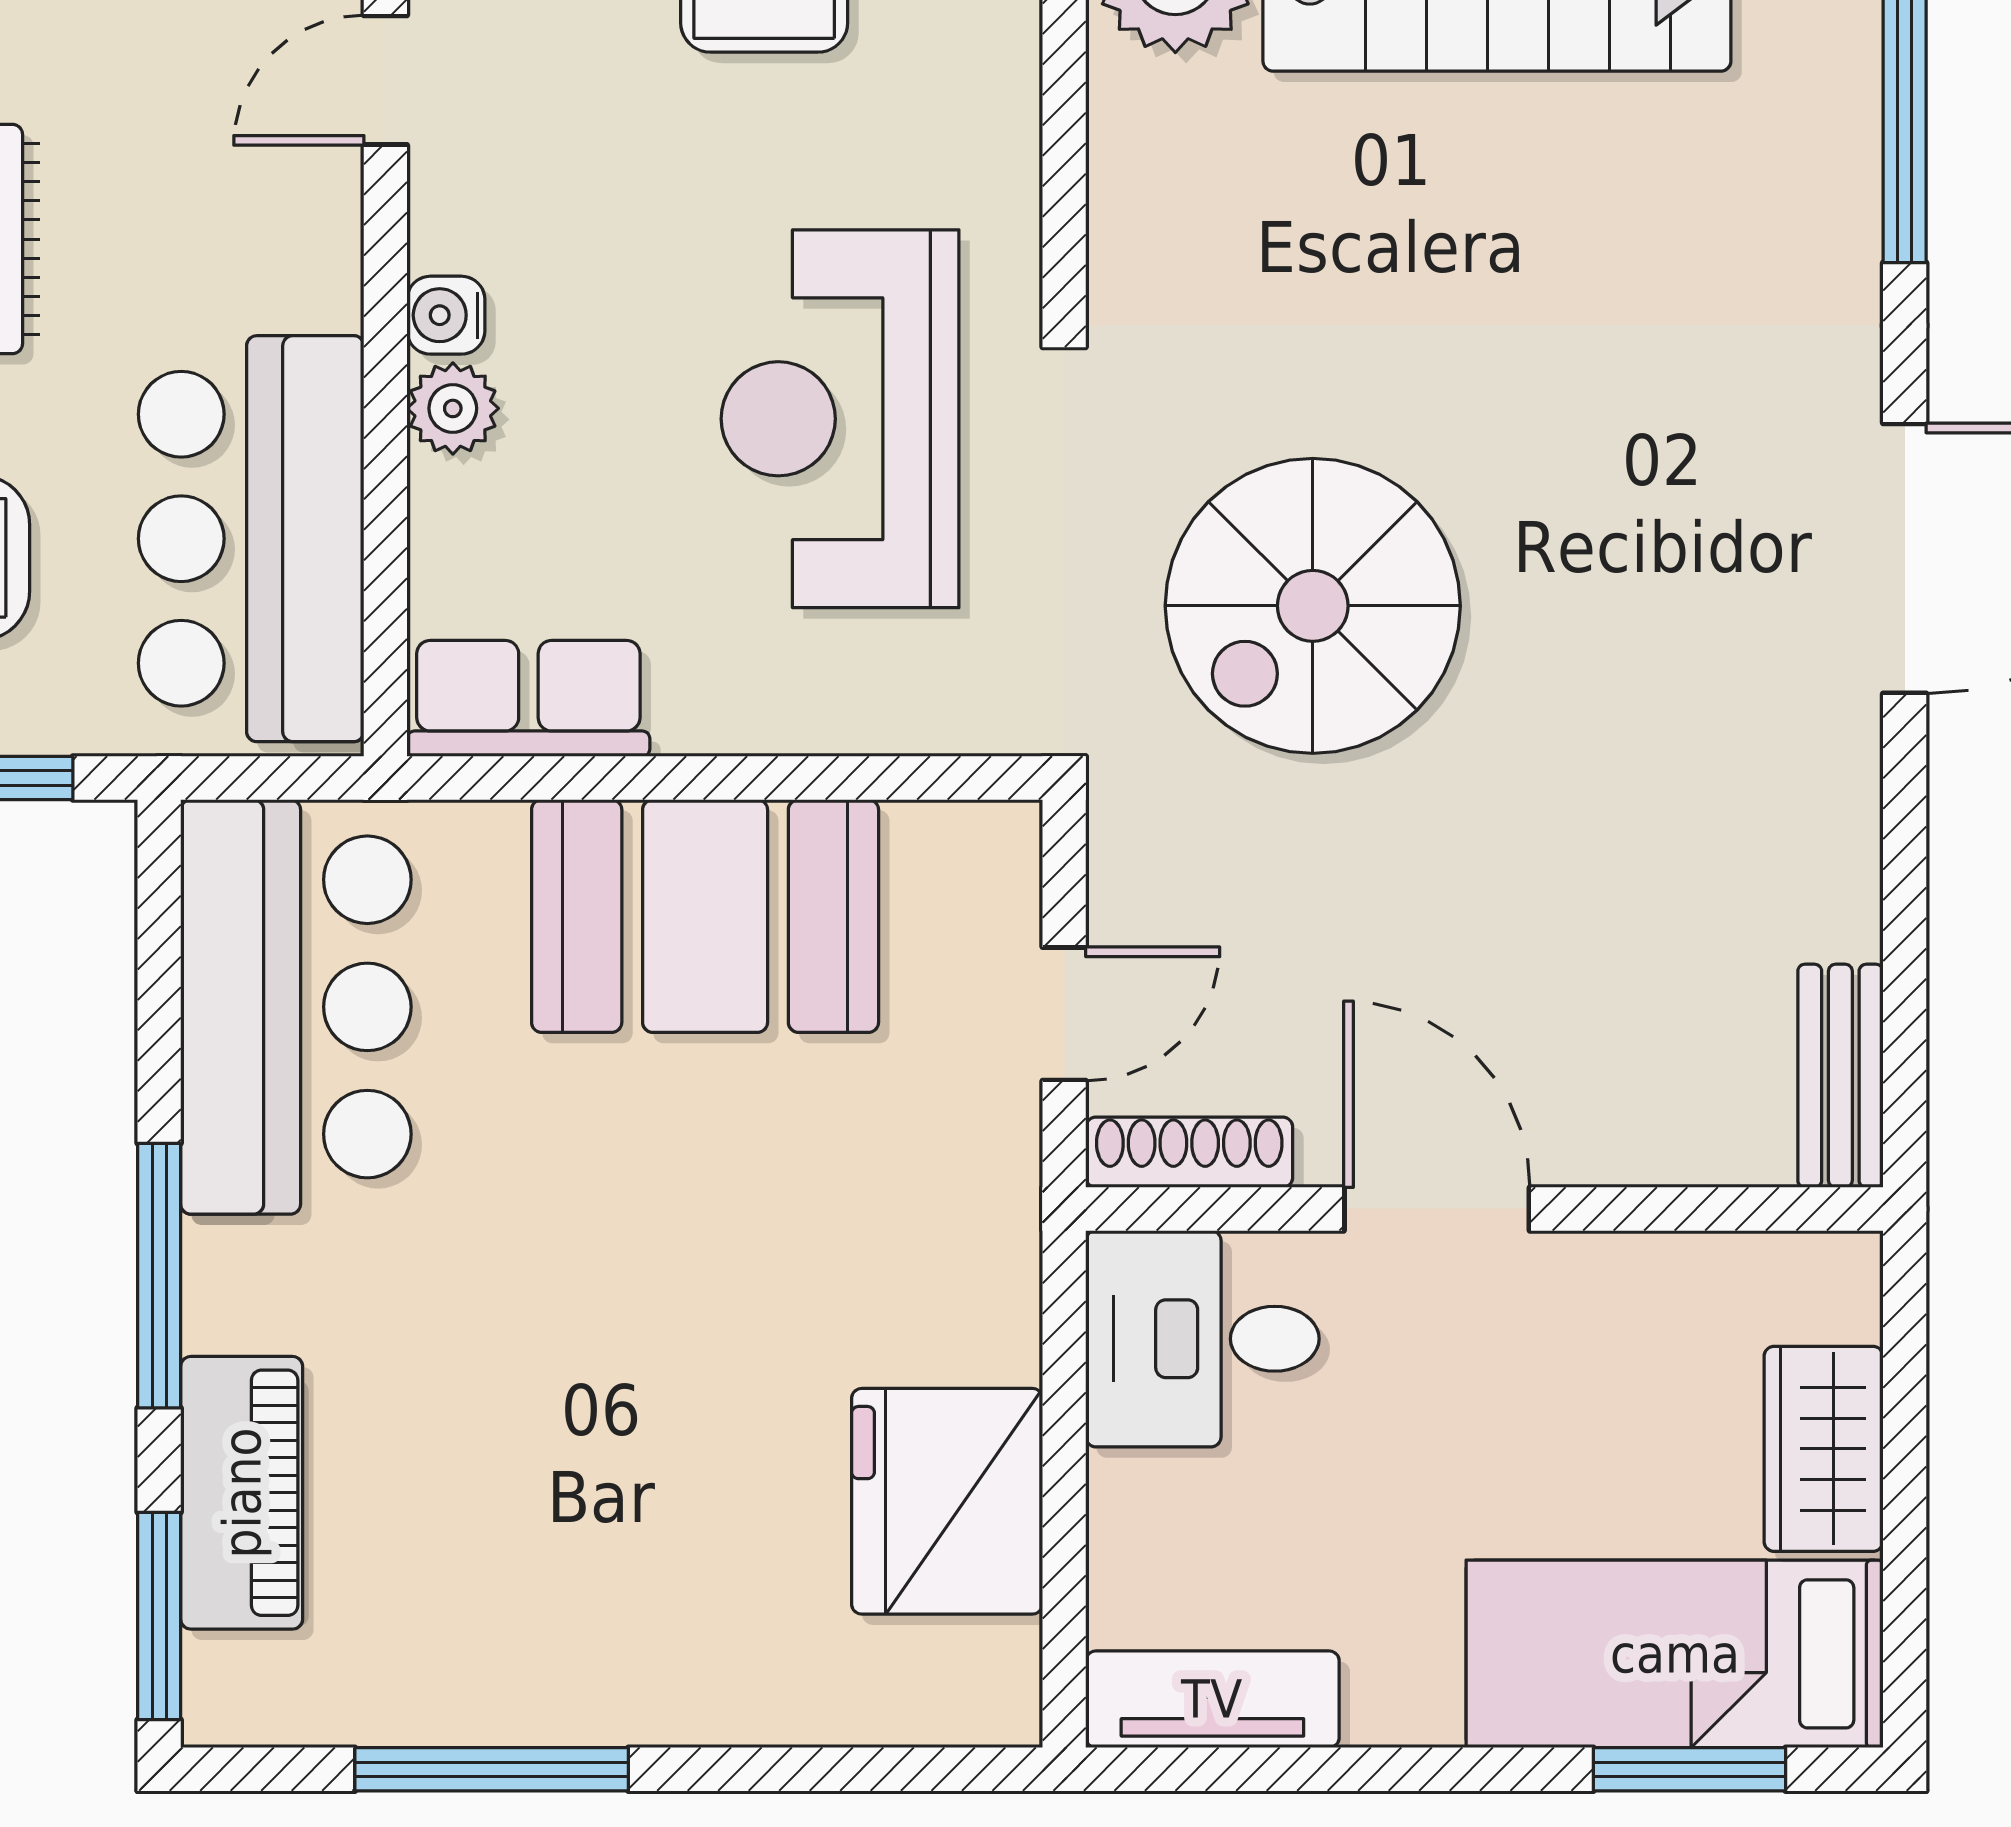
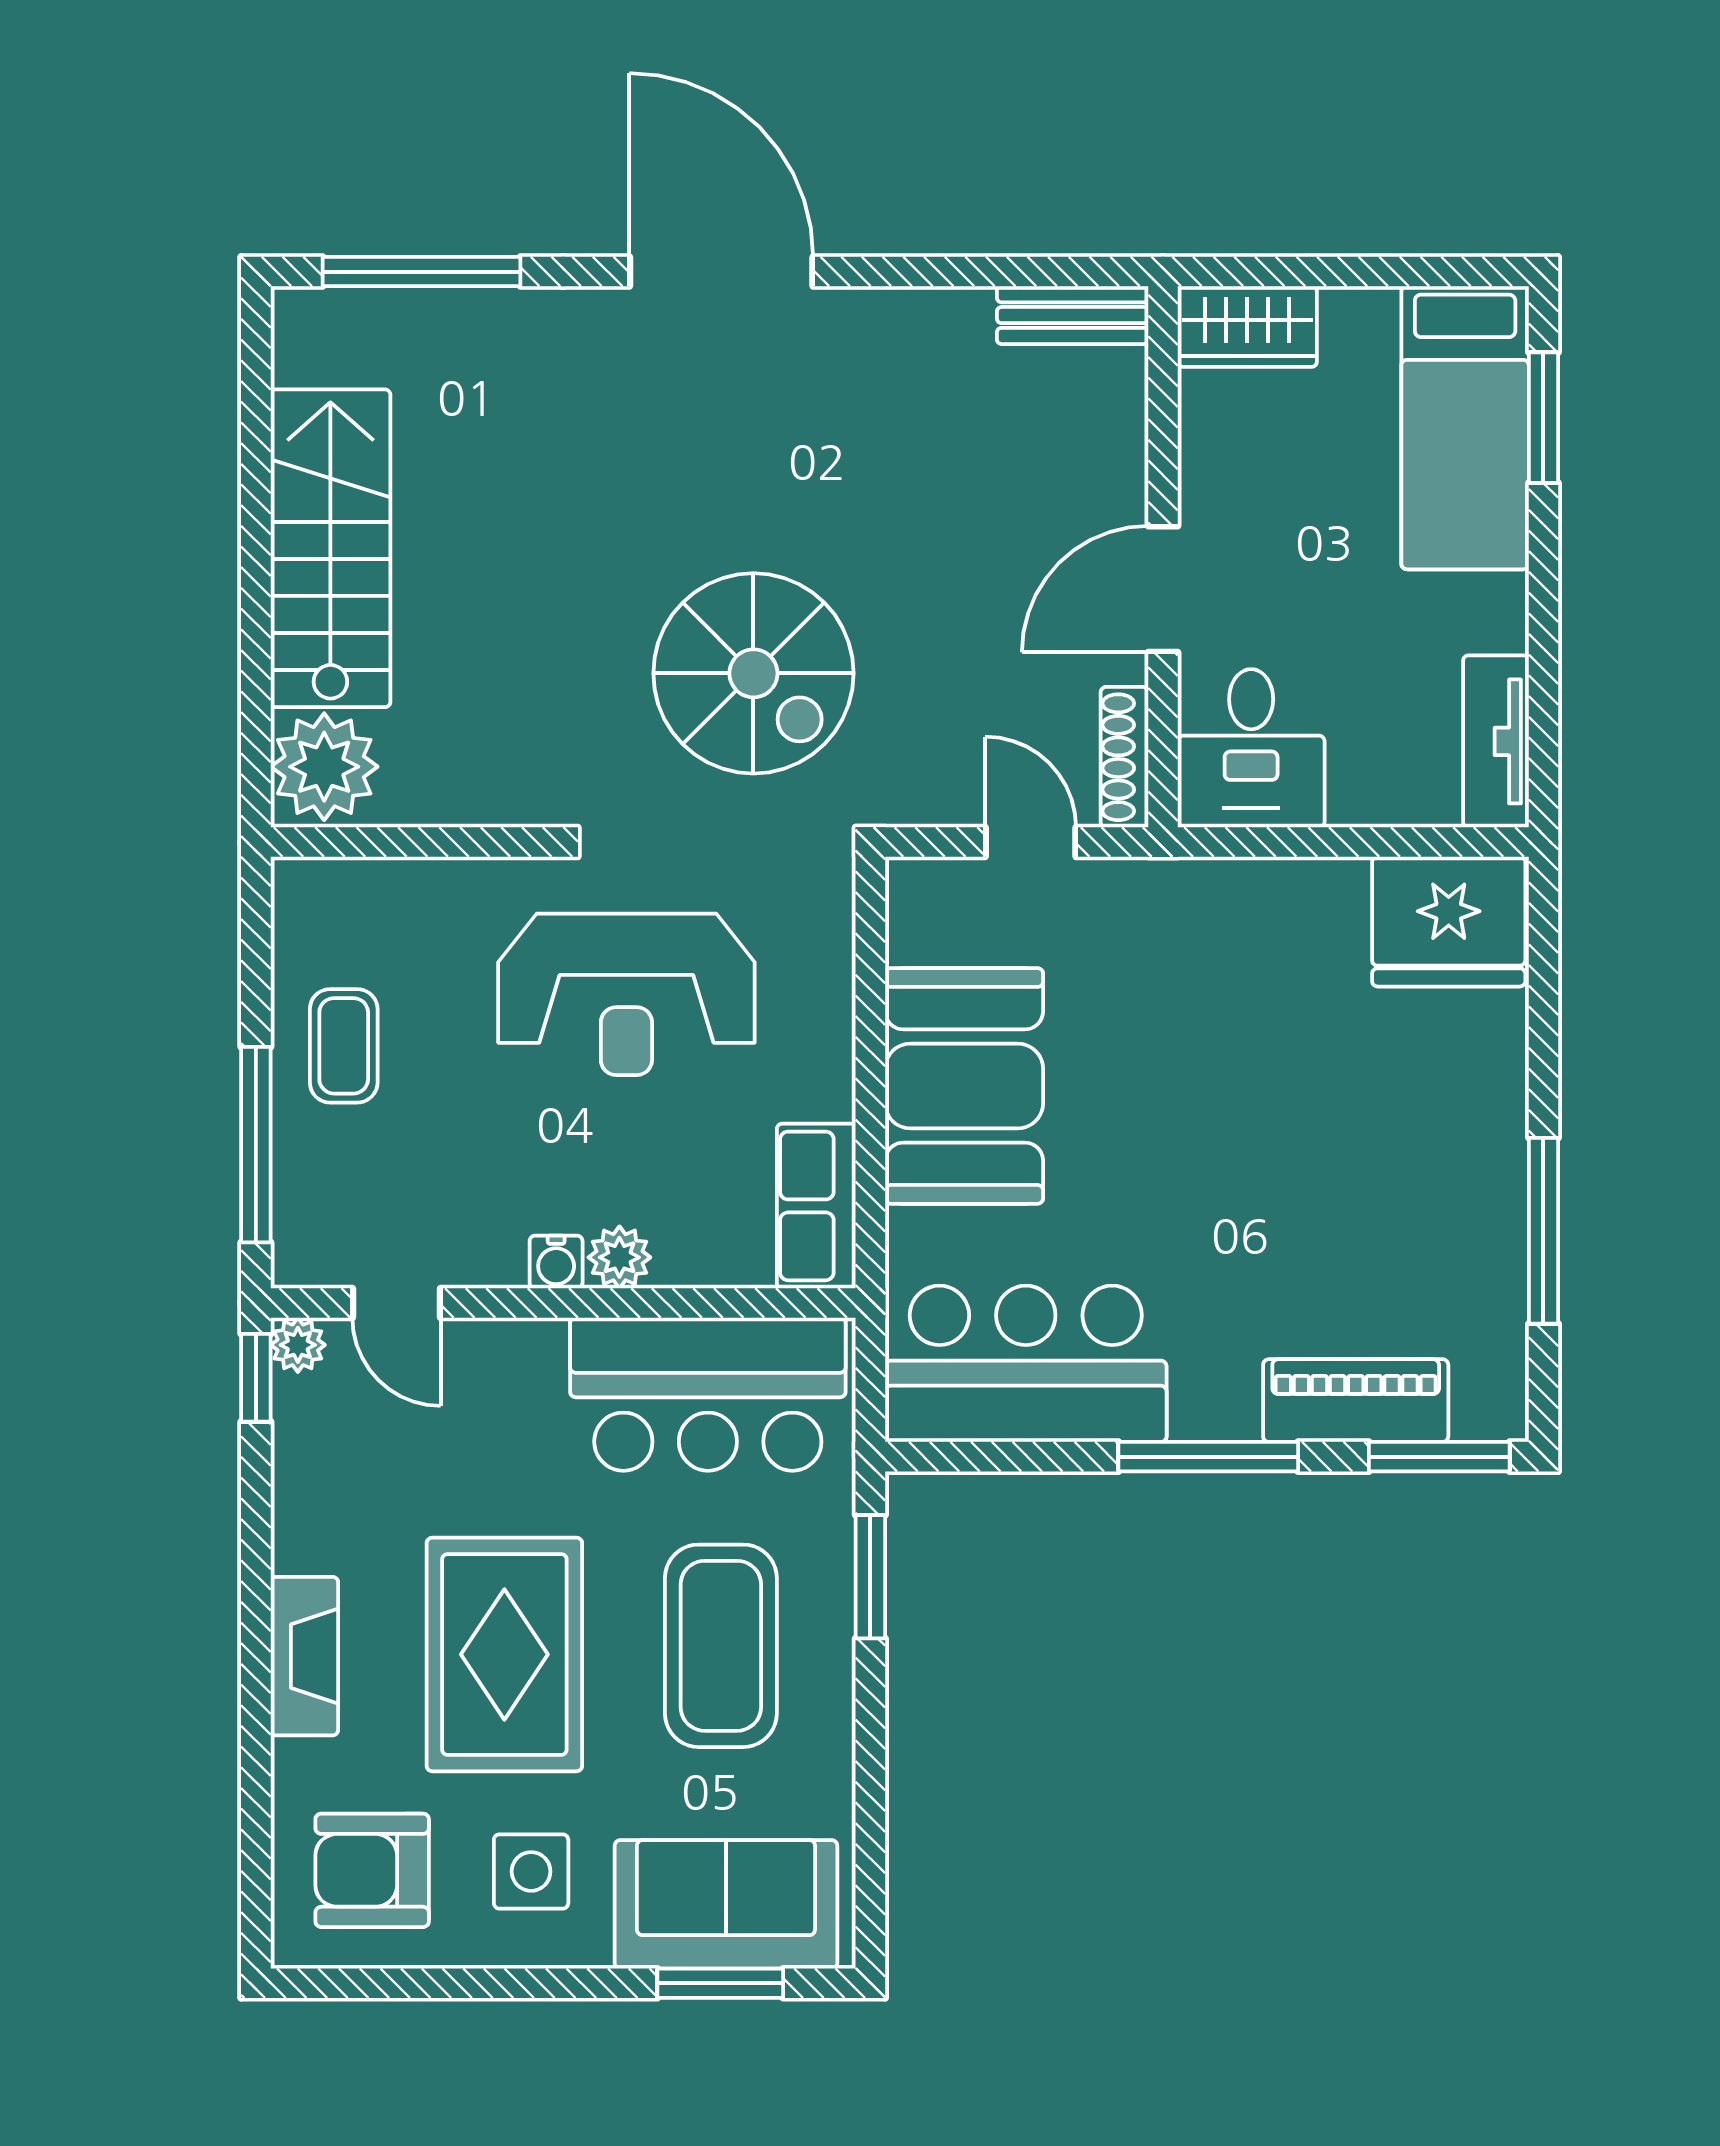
wardrobe: (1824, 1449) -> (1247, 327), moved
fridge: (947, 1501) -> (1449, 922), moved

